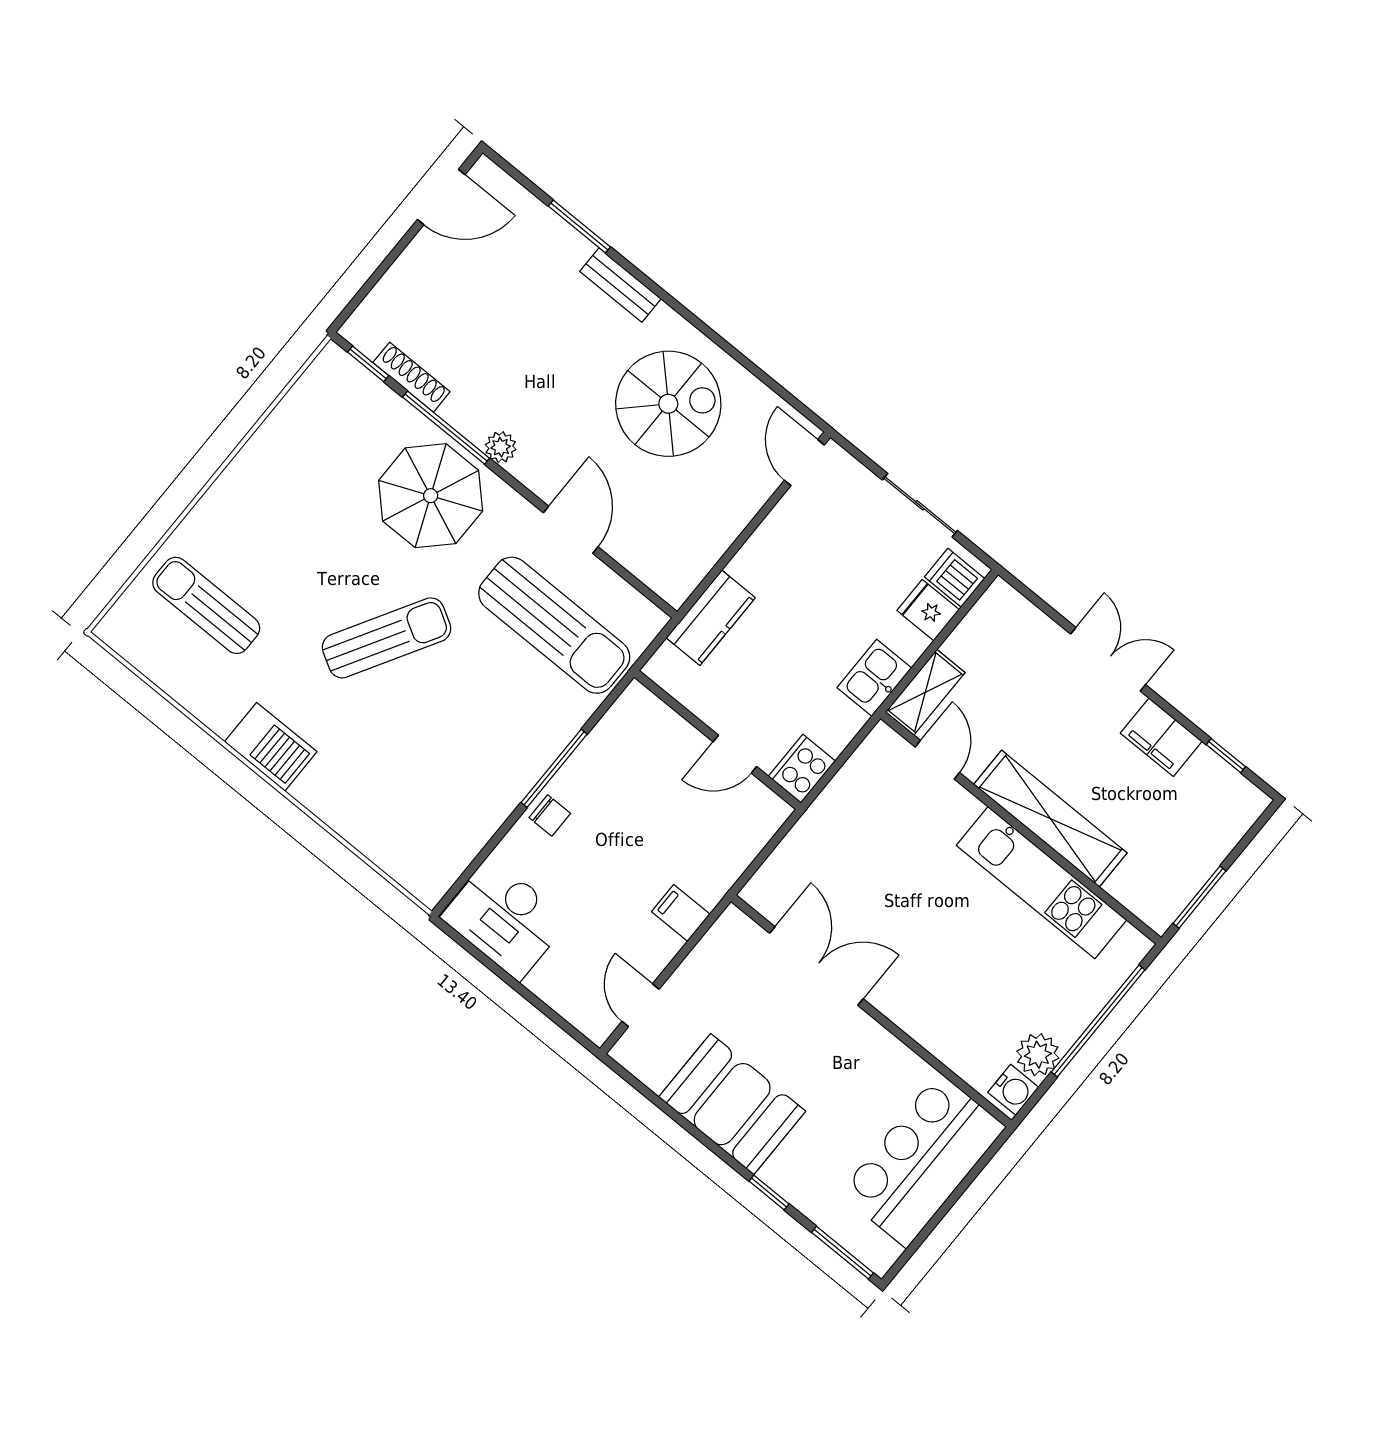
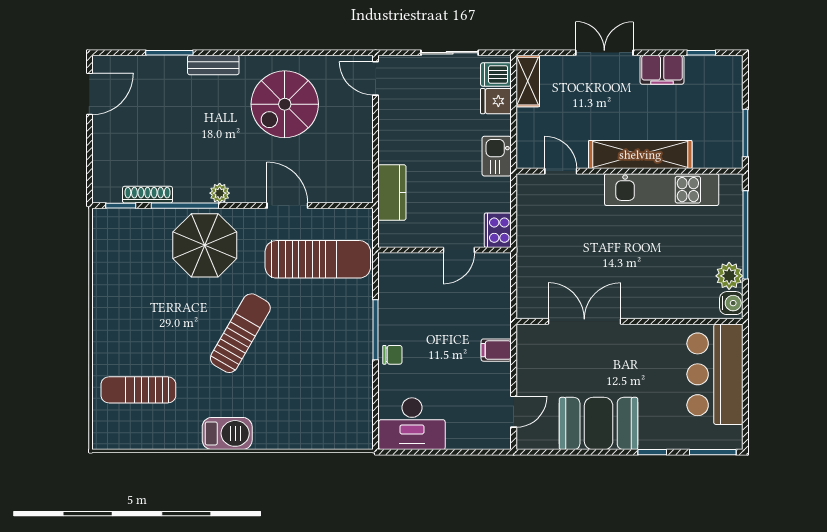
spiral stairs: (668, 404) -> (285, 104), turned 180
shelving: (925, 692) -> (528, 81), moved
door: (641, 1005) -> (514, 412), swing flipped

